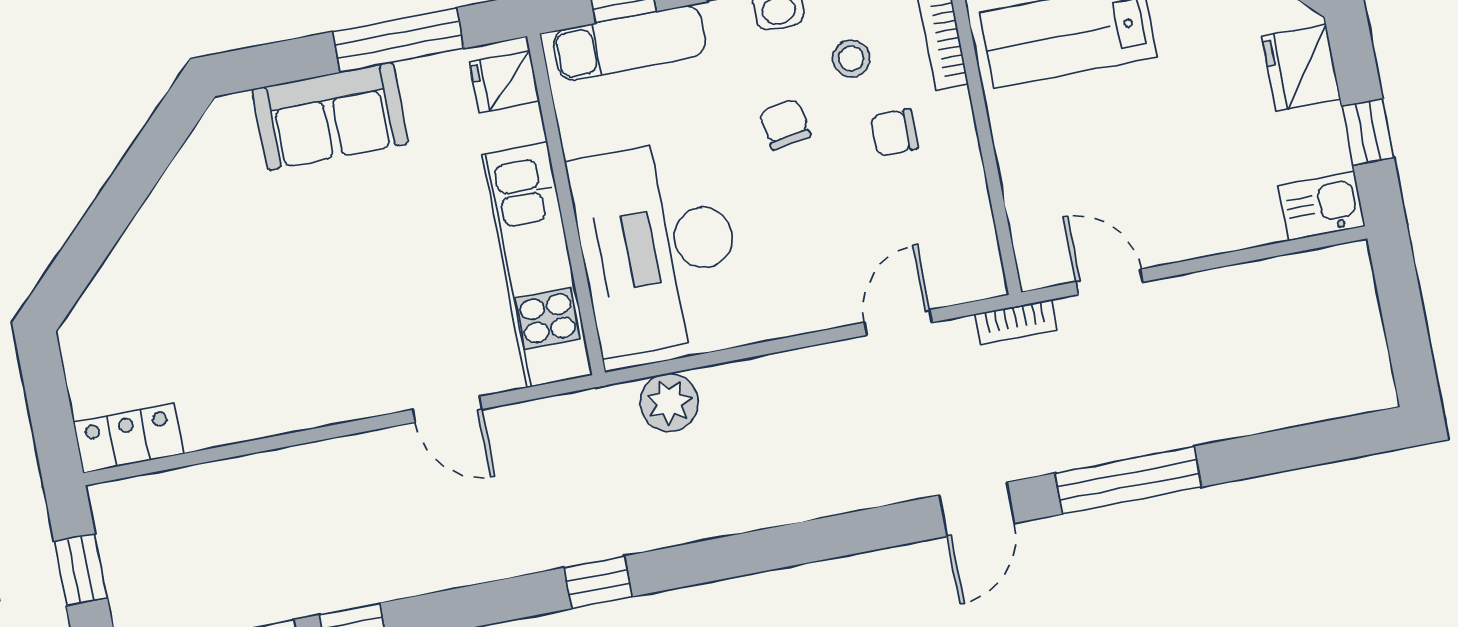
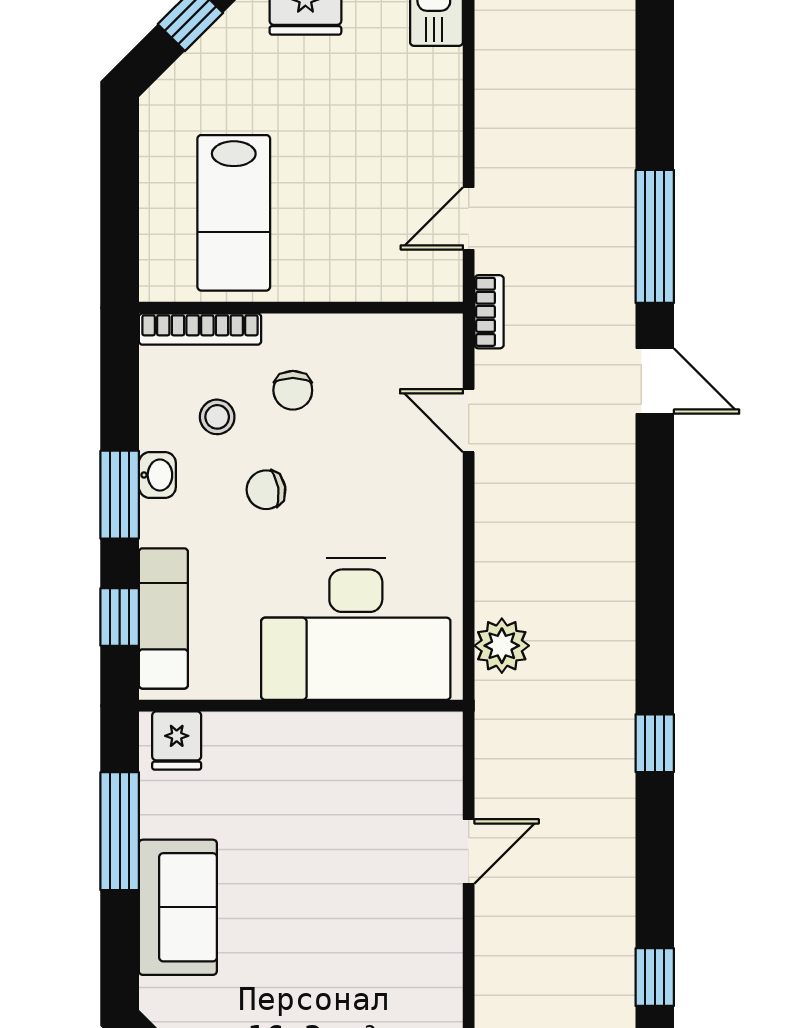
kitchen unit: (537, 265) -> (351, 743), removed

